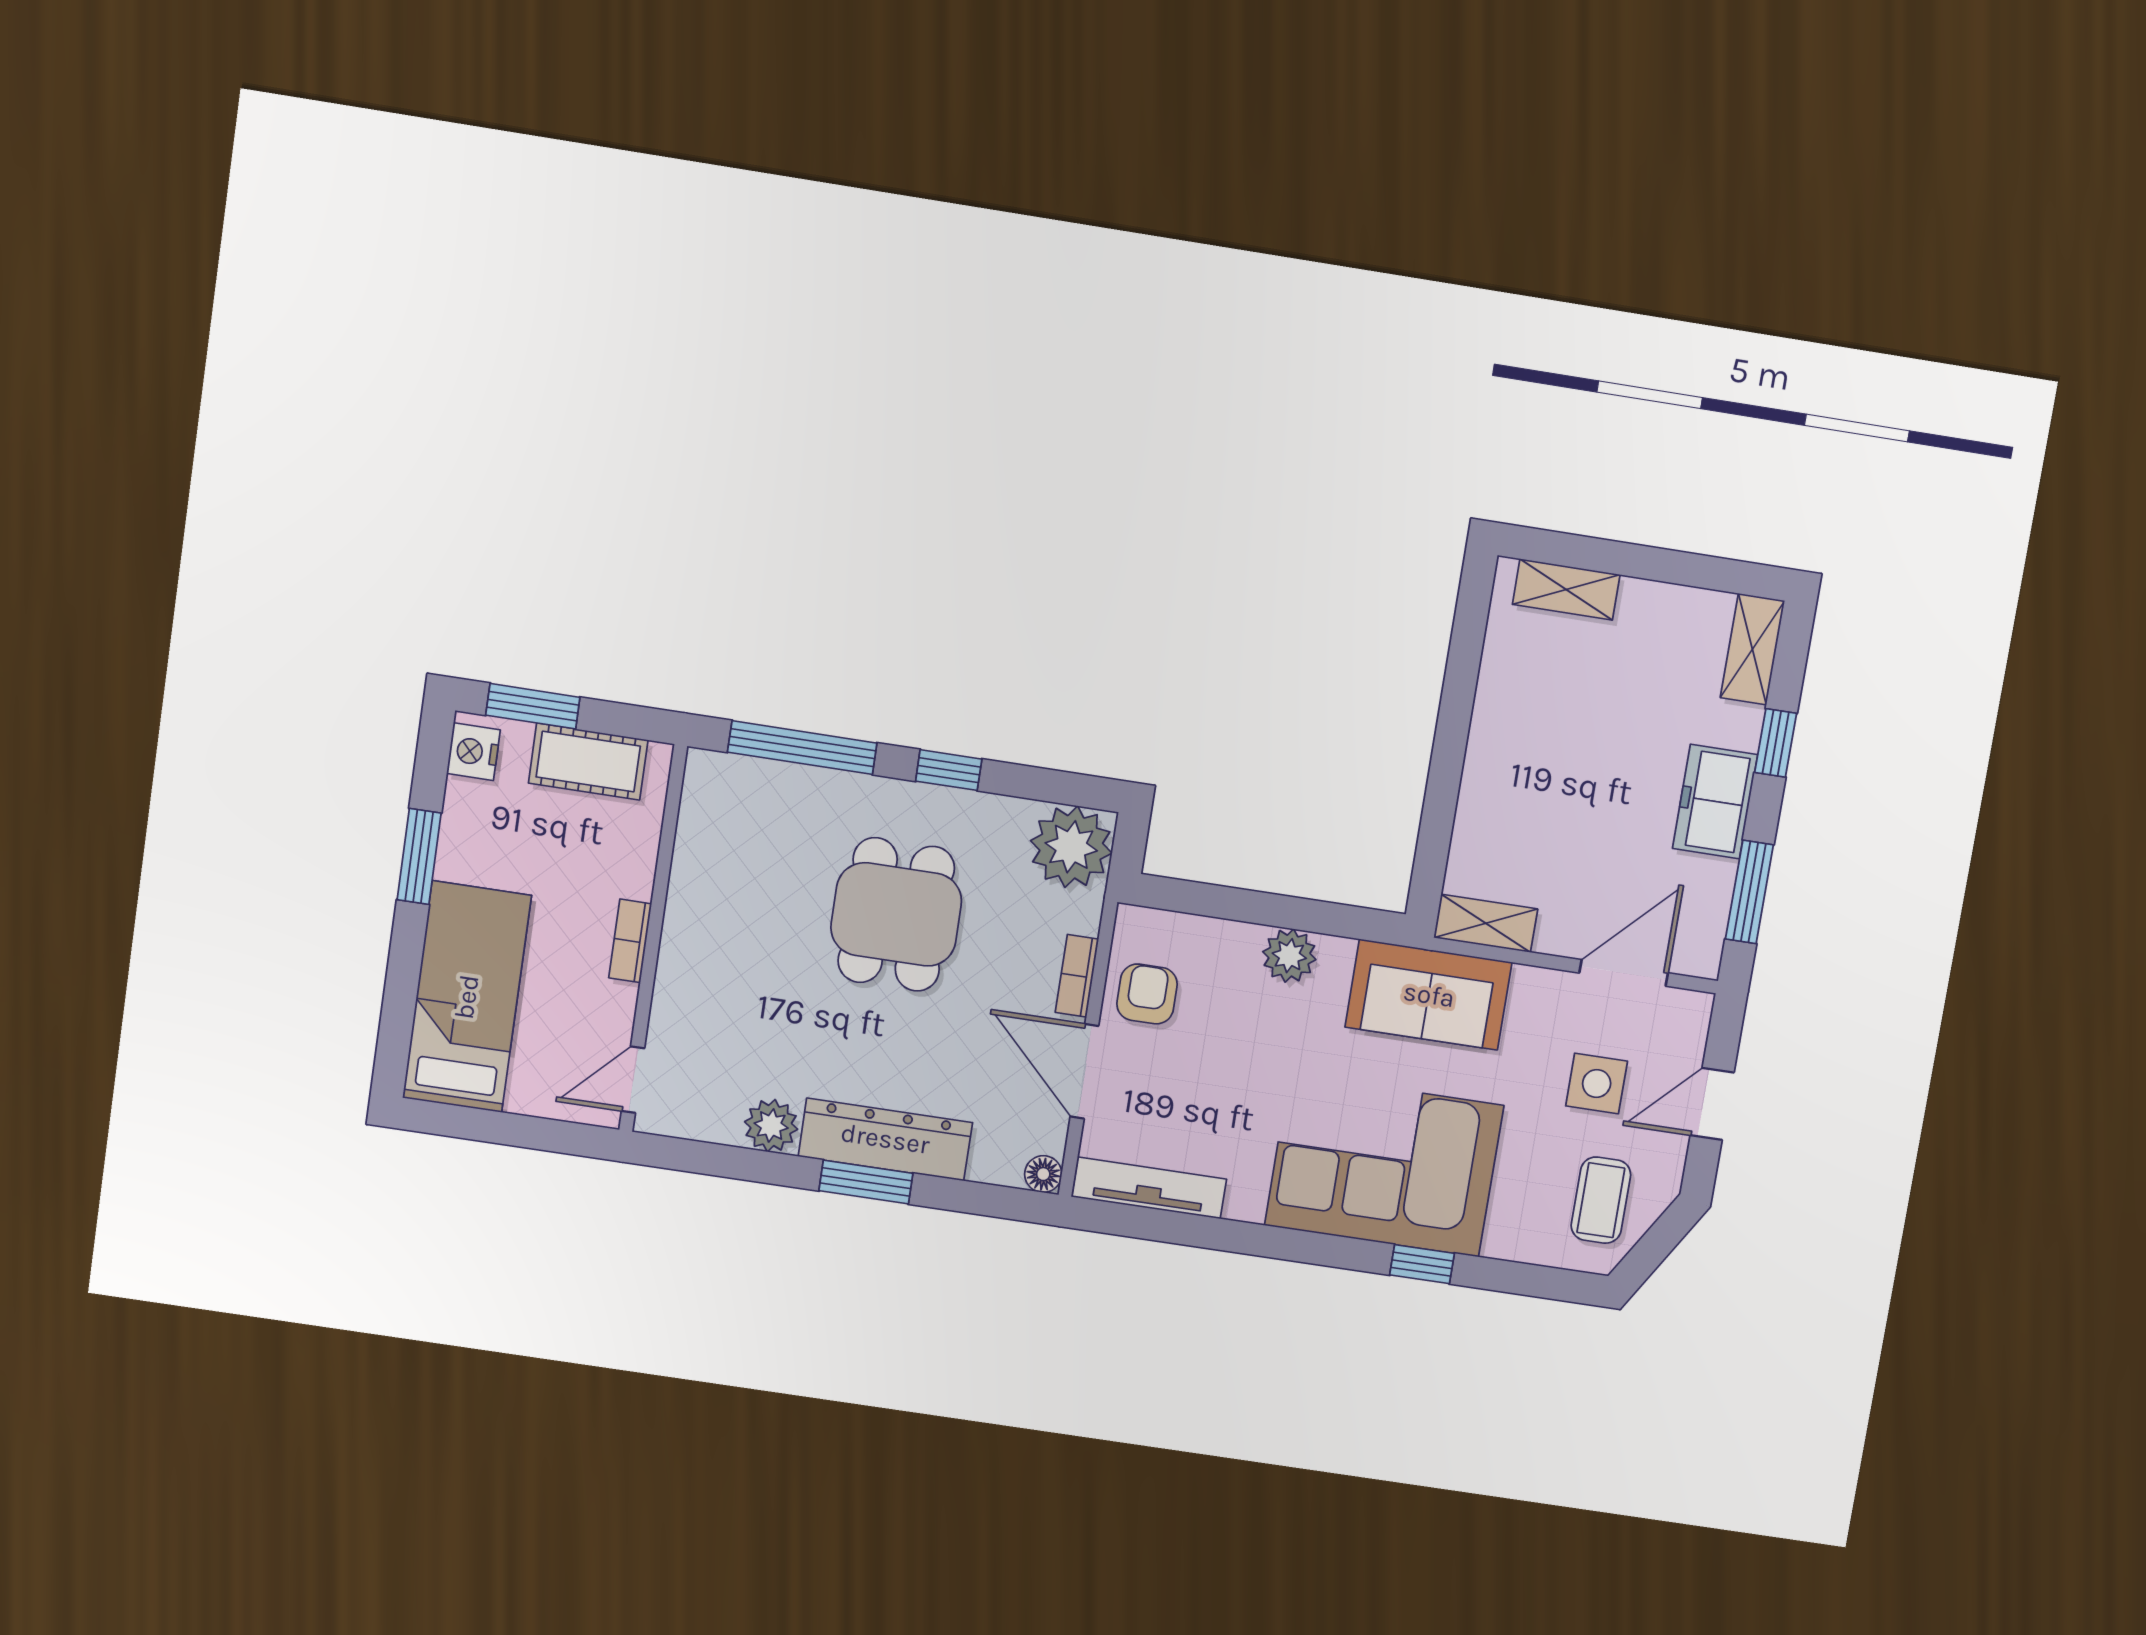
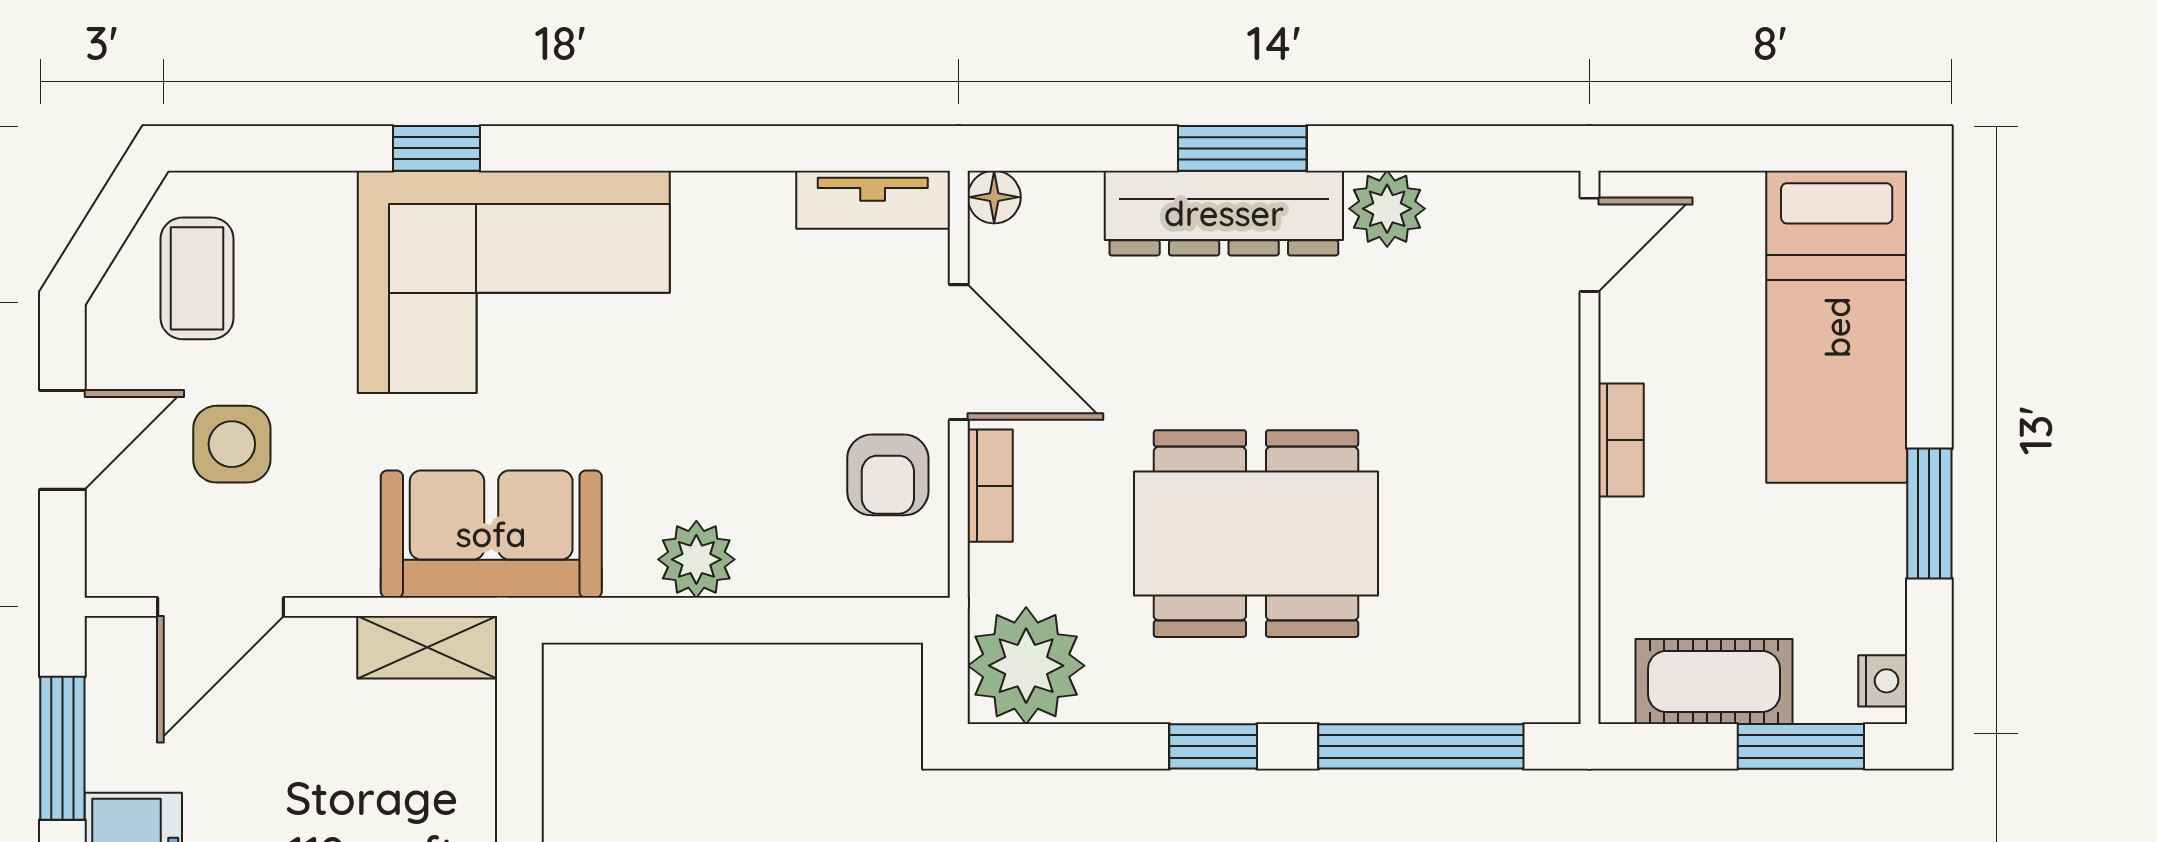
nightstand: (473, 752) -> (1883, 681), width x0.72, depth x0.74
dining table: (896, 914) -> (1256, 534), width x1.38
tv unit: (1149, 1188) -> (873, 200), width x0.71

